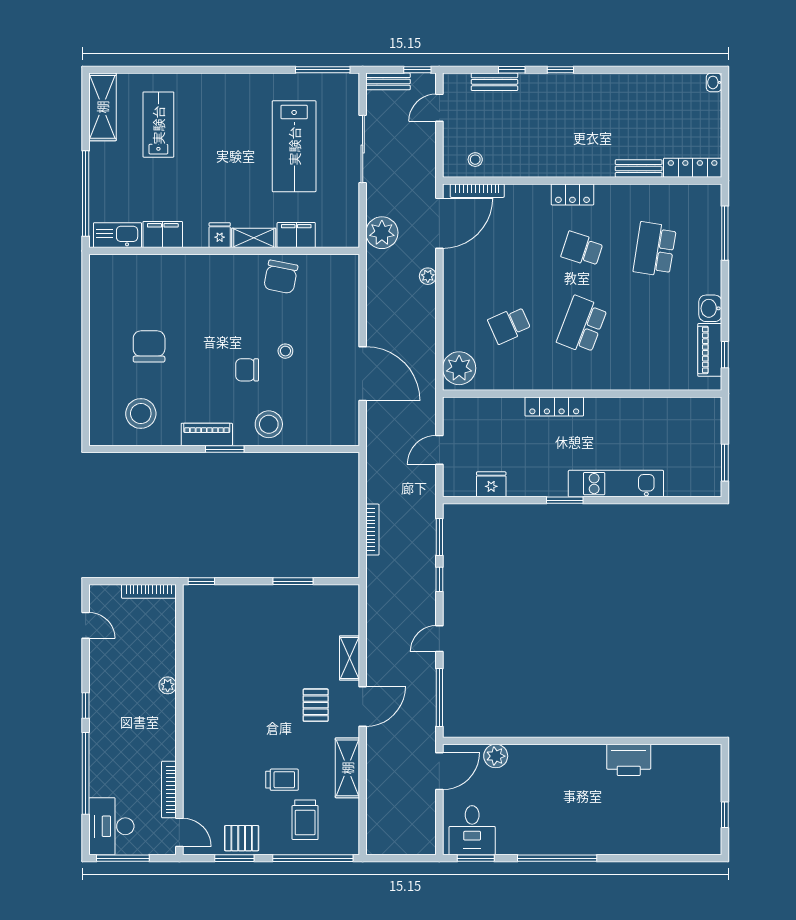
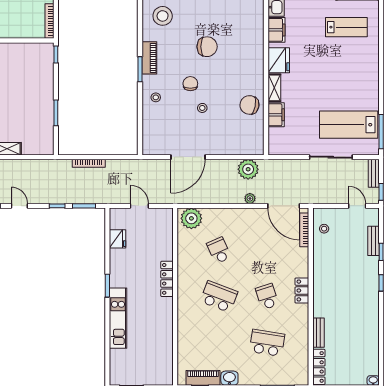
lab bench: (294, 146) -> (349, 125), moved
plant: (382, 233) -> (248, 169), moved
fridge: (220, 235) -> (279, 60), width x1.88, depth x1.34
school desk: (582, 249) -> (267, 297), turned -36
chair: (149, 346) -> (207, 47), moved
stool: (269, 424) -> (156, 97), width x0.53, depth x0.53

